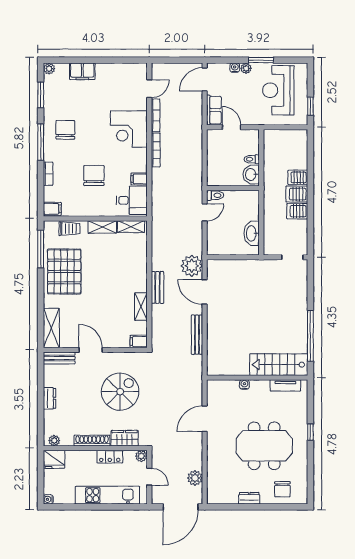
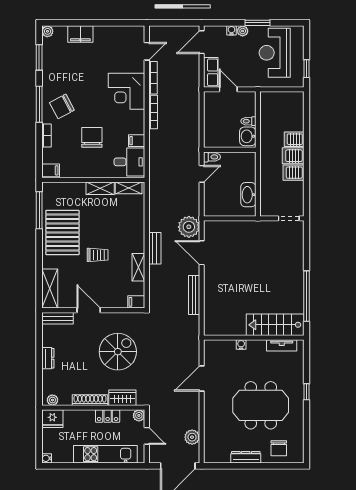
chair: (65, 130) -> (62, 106), moved, turned -118
trolley: (69, 229) -> (98, 255), moved
dresser: (249, 498) -> (246, 457), width x1.44

